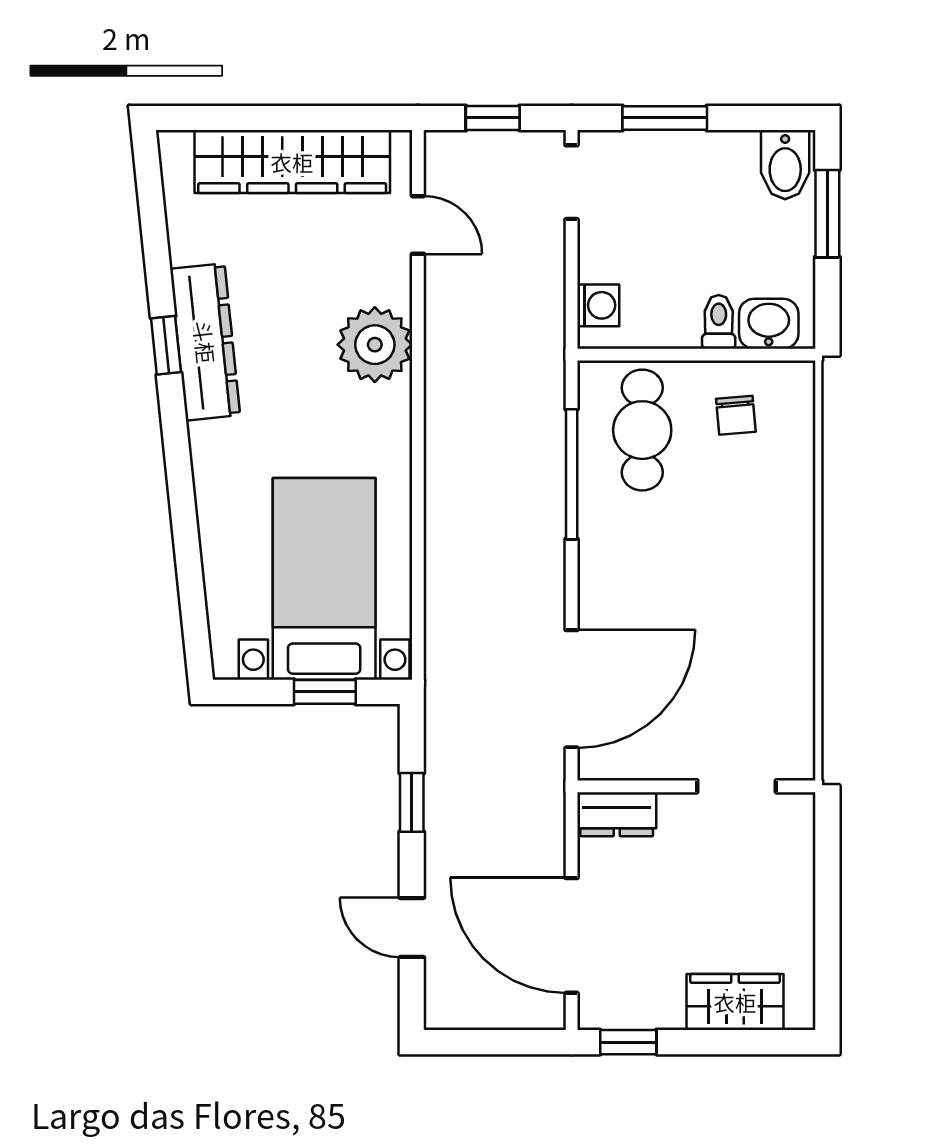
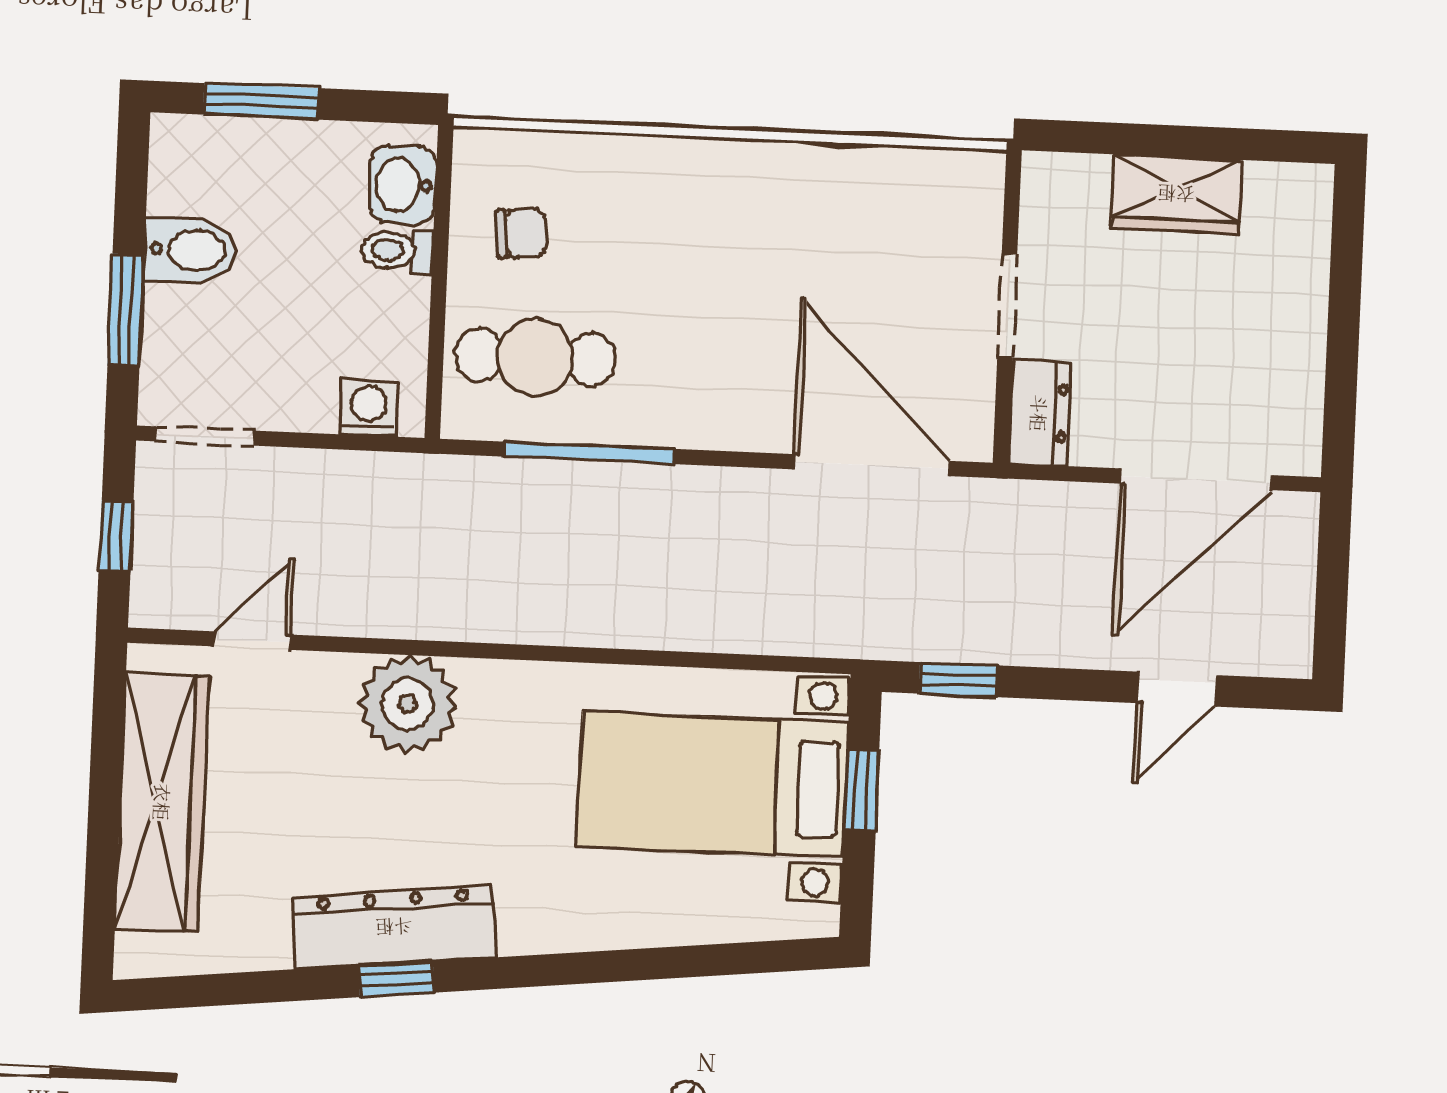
bidet: (785, 165) -> (190, 250), moved
doorway: (737, 786) -> (1007, 305), moved
window: (412, 802) -> (958, 680), moved
wardrobe: (735, 1002) -> (1176, 194), moved, turned -90
window: (628, 1042) -> (1340, 411), removed

